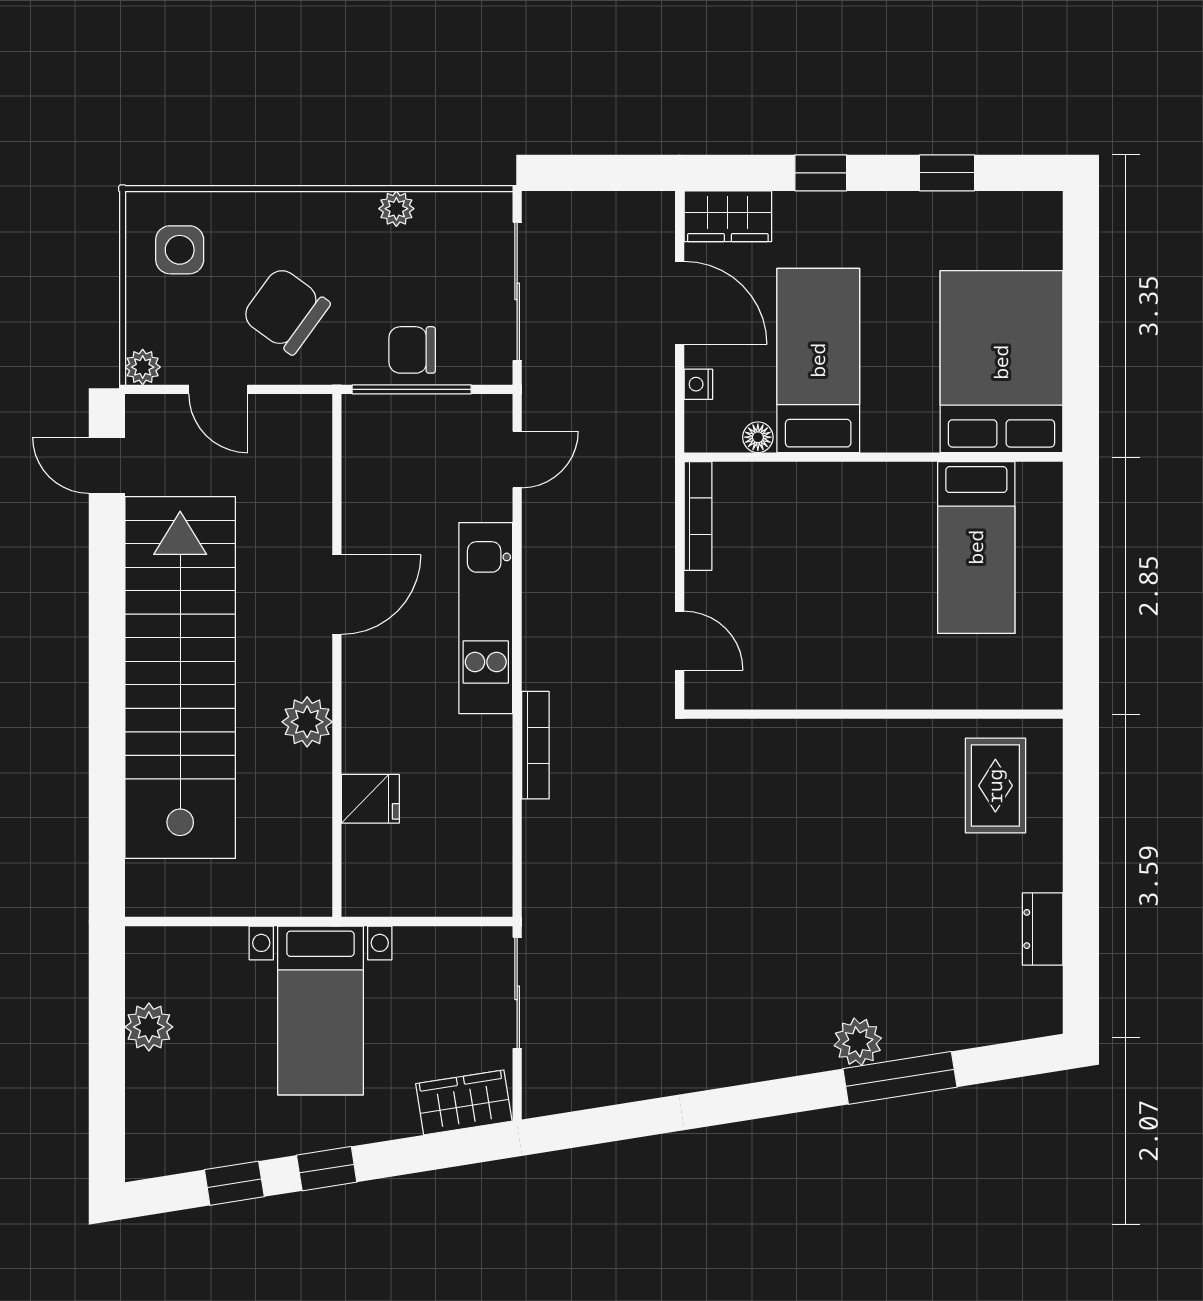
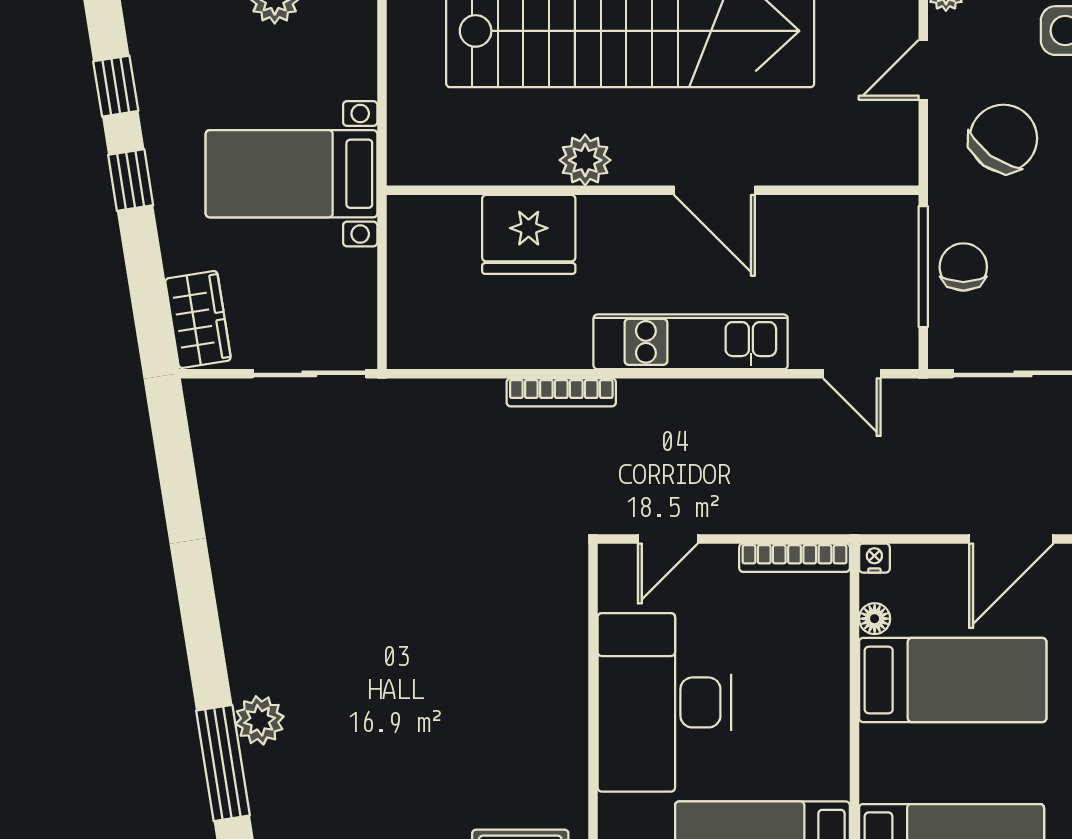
nightstand: (698, 384) -> (874, 558), moved
desk: (840, 644) -> (664, 702), added
fridge: (370, 799) -> (529, 234), width x1.88, depth x1.34

